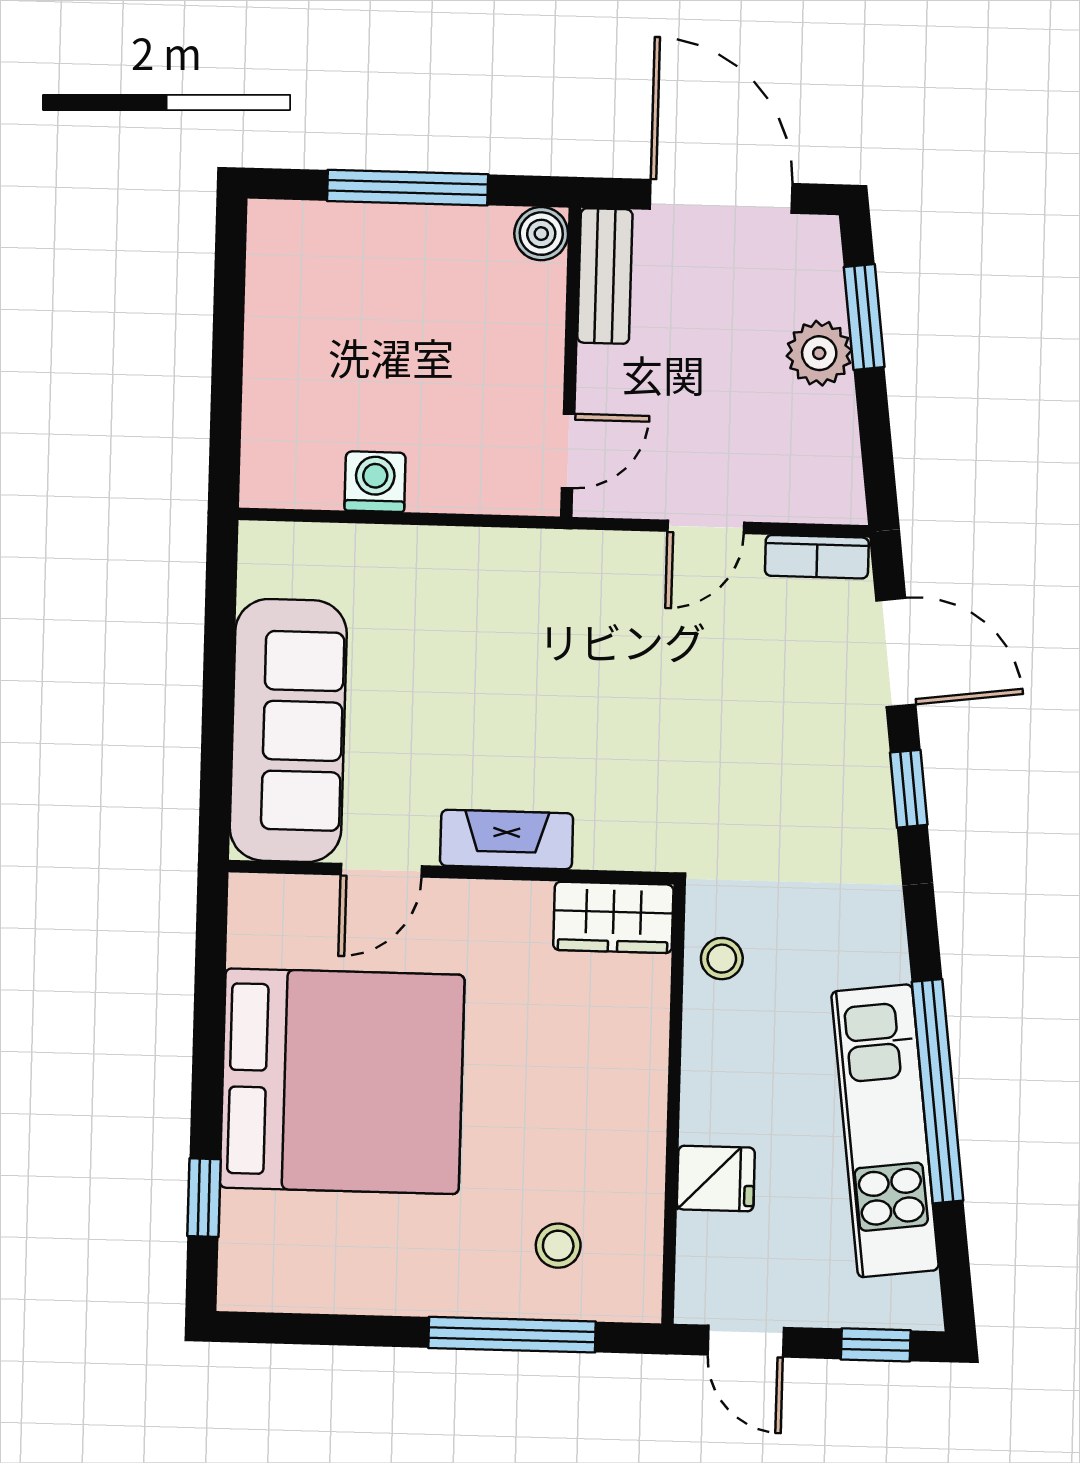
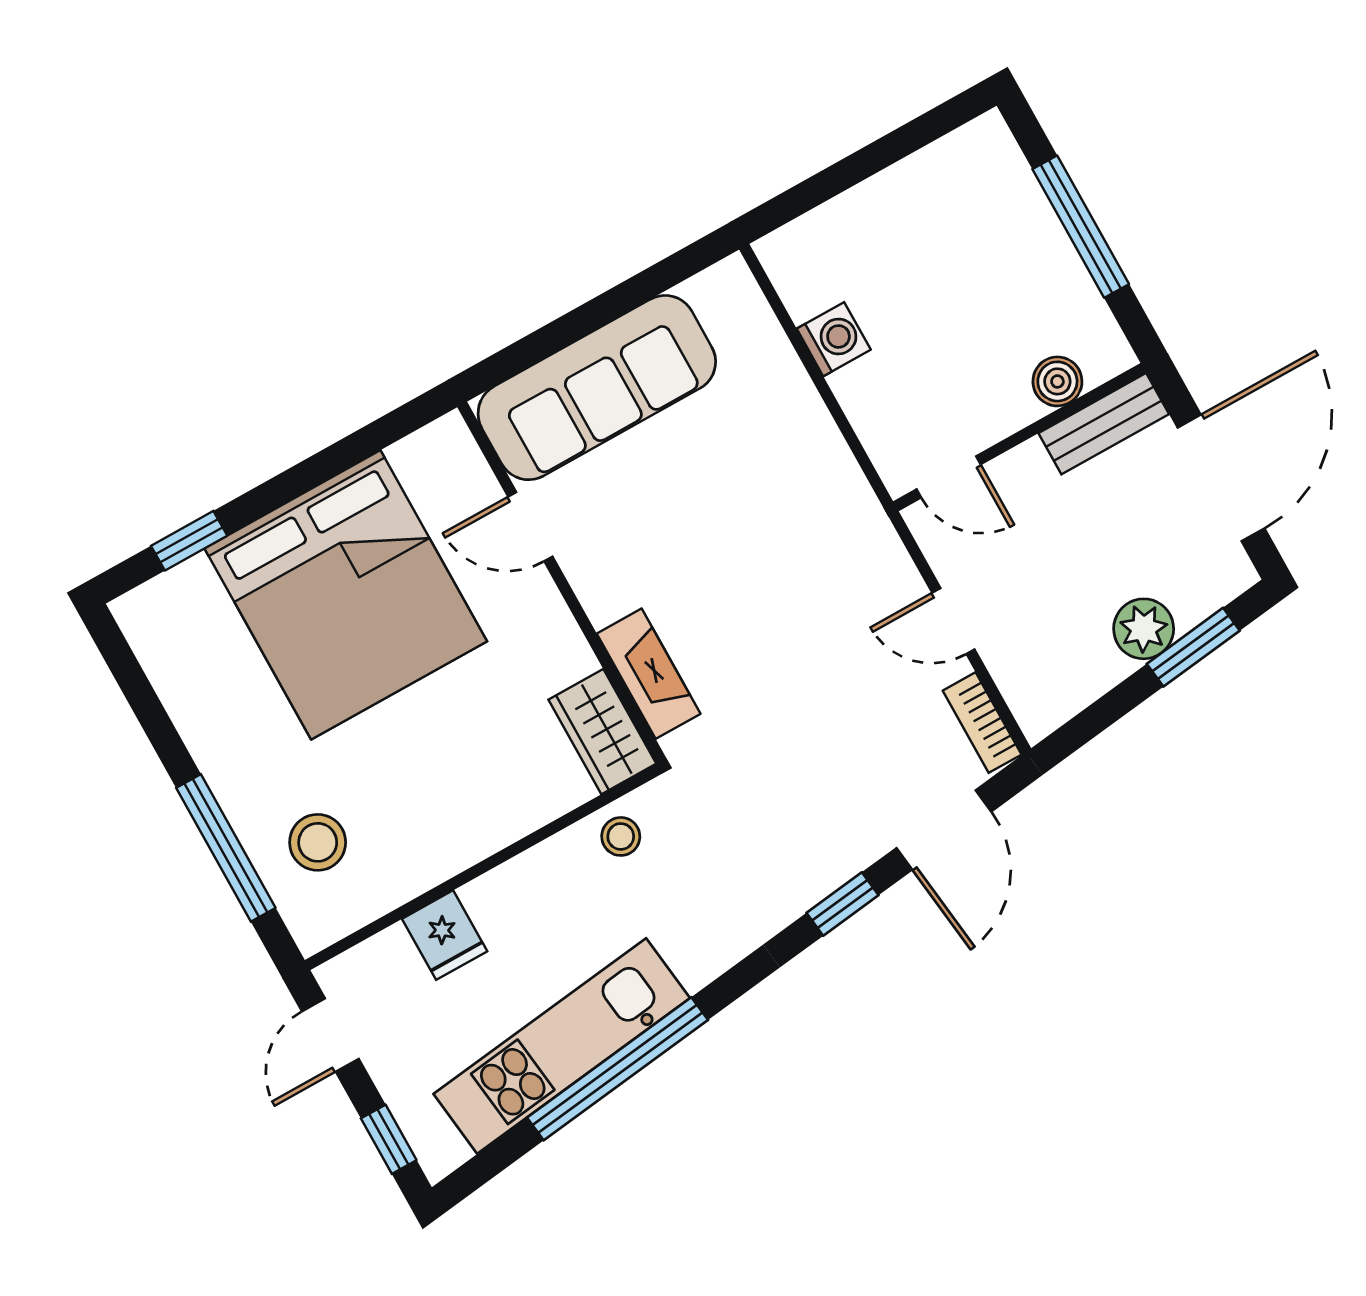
boiler: (541, 234) -> (1057, 381), moved
fireplace: (507, 839) -> (649, 674), moved
stool: (558, 1246) -> (318, 842), width x1.37, depth x1.37

